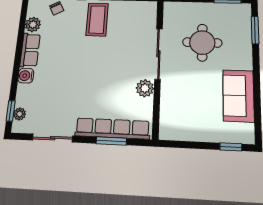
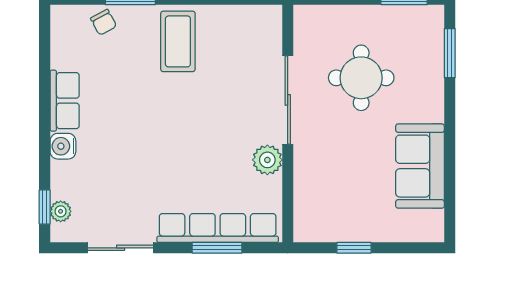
plant: (33, 25) -> (64, 54), removed
window: (231, 147) -> (354, 248), moved

